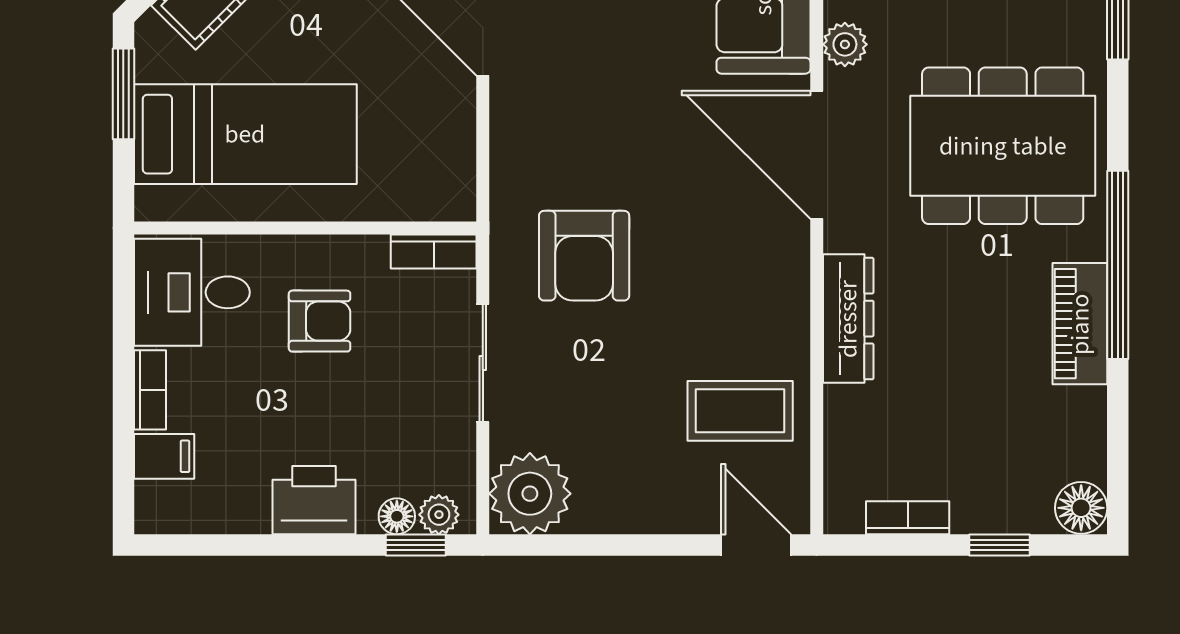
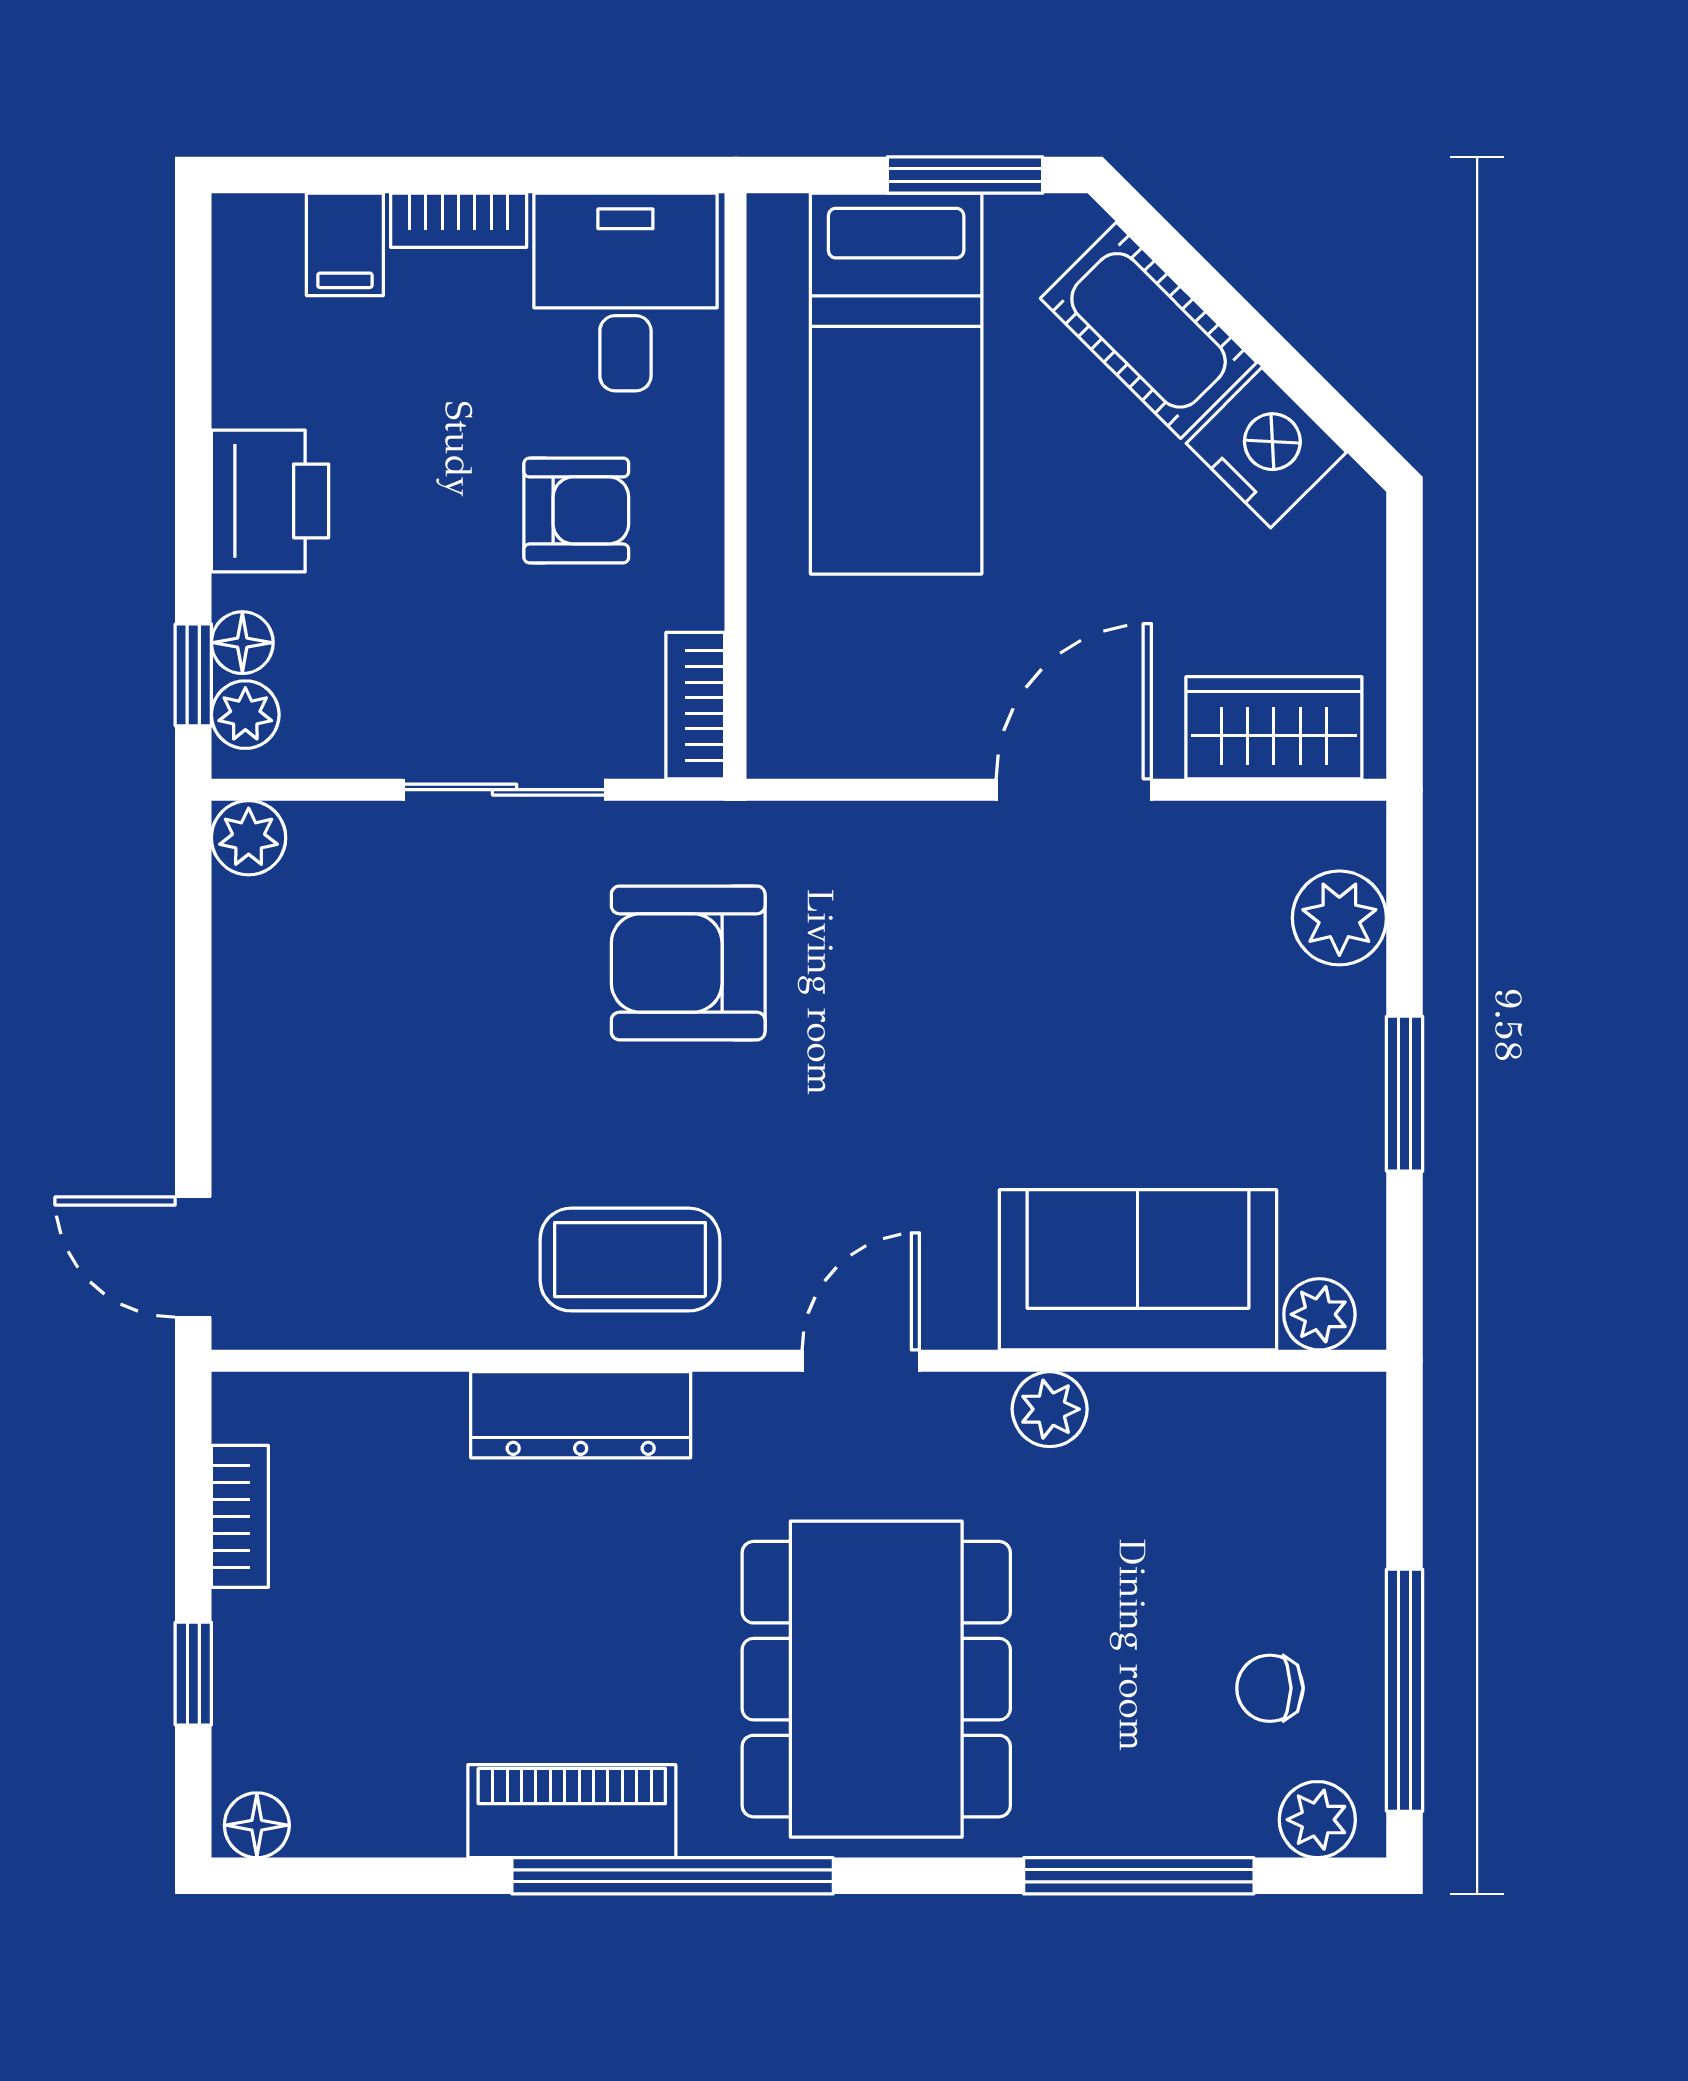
door: (817, 155) -> (861, 1361), width x0.53
armchair: (320, 321) -> (576, 510), turned -90
coffee table: (740, 411) -> (630, 1260), moved, turned 90
plant: (530, 494) -> (249, 838), width x0.53, depth x0.53
floor lamp: (1081, 508) -> (257, 1825), width x0.73, depth x0.73
door: (756, 545) -> (193, 1257), swing flipped

